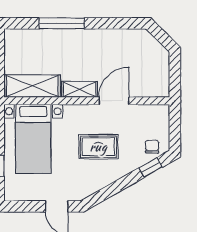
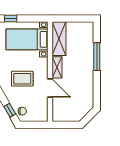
rug: (98, 147) -> (22, 79), turned 90

